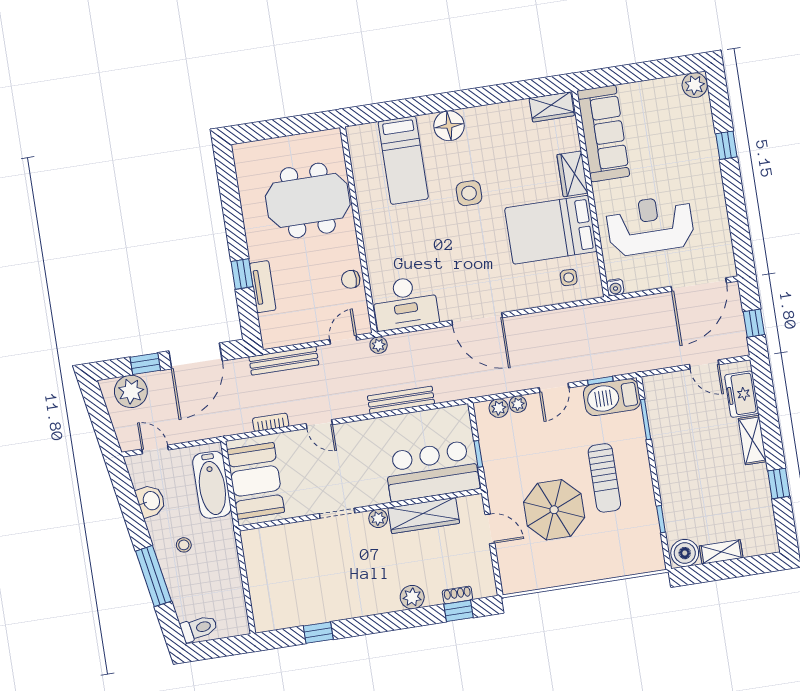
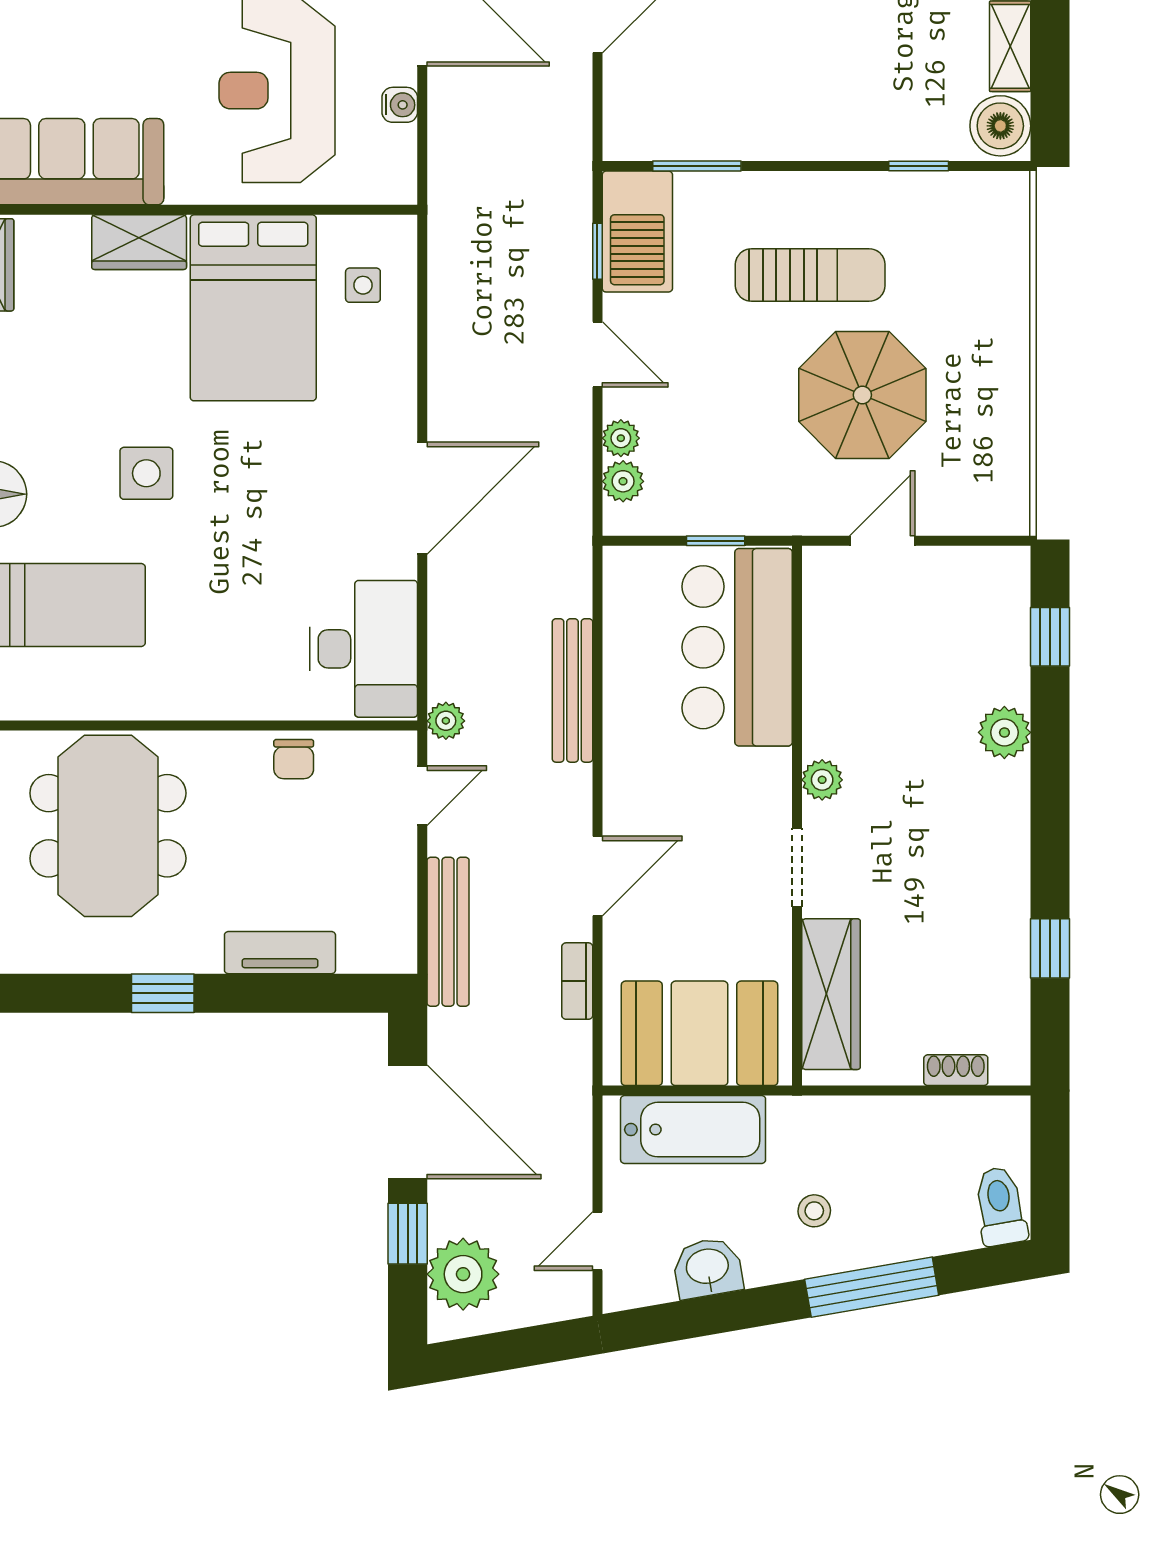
window: (242, 274) -> (163, 993), moved
water cooler: (615, 287) -> (400, 105), moved
door: (343, 340) -> (422, 796), swing flipped
door: (319, 424) -> (597, 876), width x1.38
wardrobe: (424, 515) -> (831, 994), moved
shoe rack: (457, 595) -> (956, 1070), moved, turned 90

